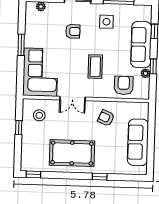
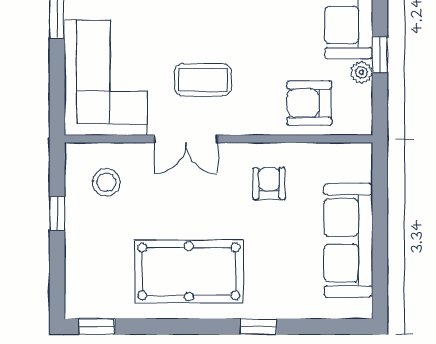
coffee table: (95, 67) -> (203, 80), moved, turned 90
armchair: (124, 85) -> (309, 103), turned -90
armchair: (106, 118) -> (269, 184), turned 66

